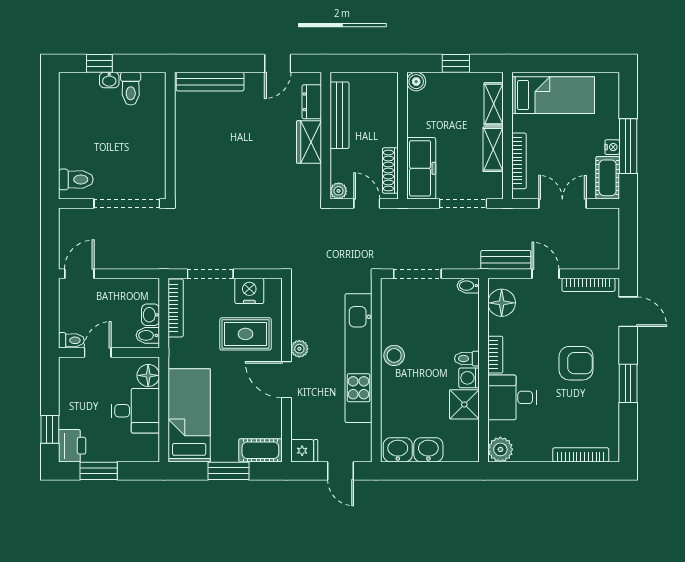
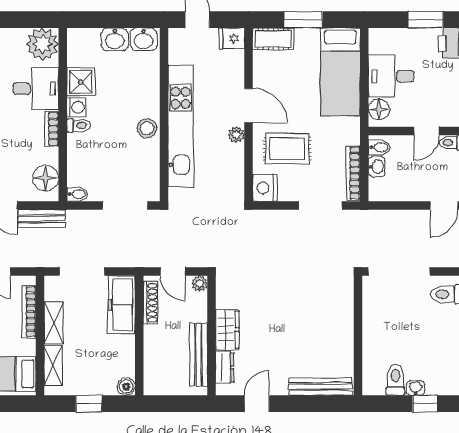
nightstand: (249, 291) -> (265, 188), moved, turned 90
plant: (500, 449) -> (43, 44), width x1.36, depth x1.36

